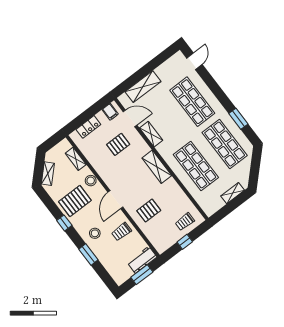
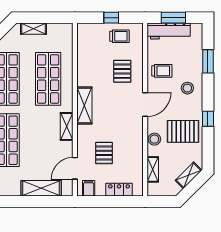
door: (130, 118) -> (75, 168), hinge flipped
shelving: (151, 134) -> (67, 126), moved
pallet: (118, 144) -> (104, 153), turned 90
pallet: (149, 210) -> (122, 71), turned 90
trolley: (185, 222) -> (119, 36), moved
window: (88, 254) -> (208, 61), moved
workbench: (142, 260) -> (169, 31), width x1.37

